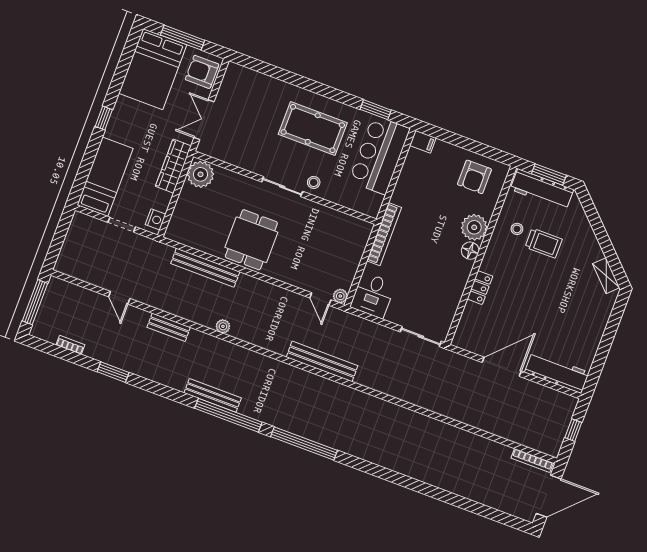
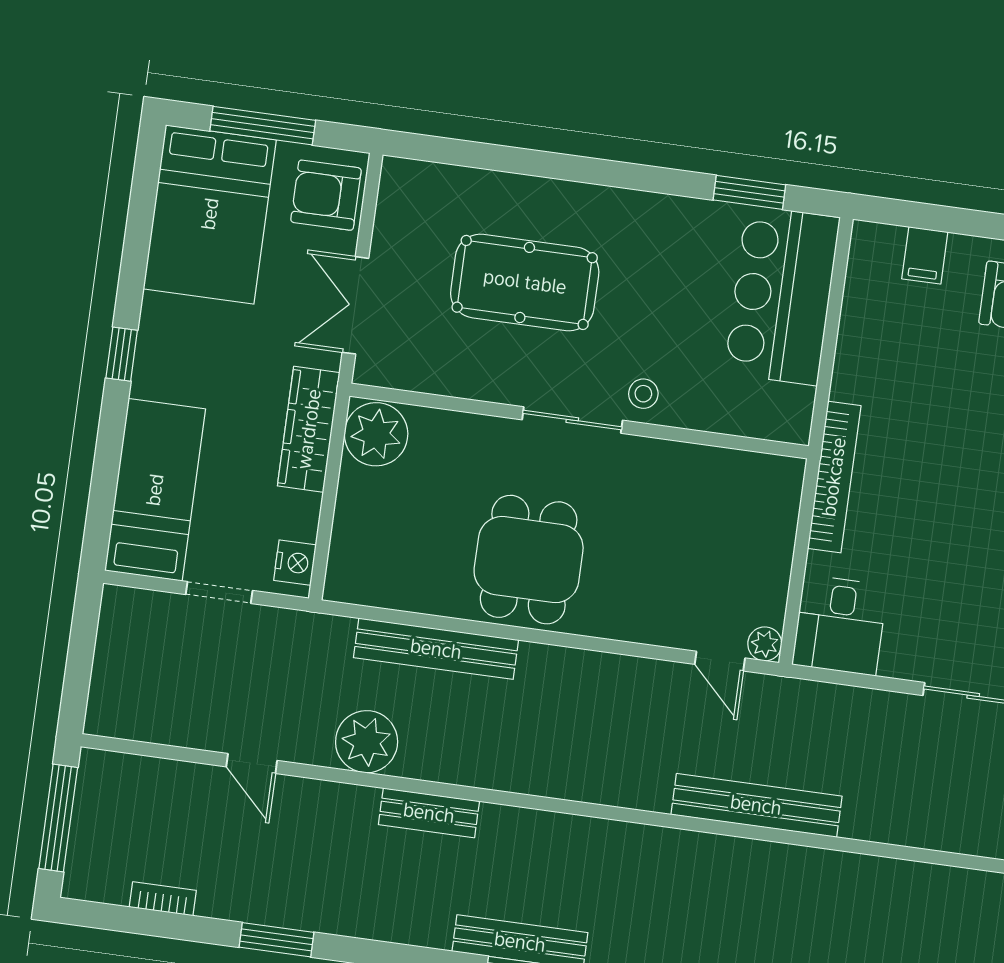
pool table: (313, 129) -> (525, 282), moved
filing cabinet: (423, 142) -> (925, 255), moved, turned 90
plant: (223, 326) -> (367, 742), moved, width x1.88, depth x1.88
bench: (169, 327) -> (429, 813), moved

